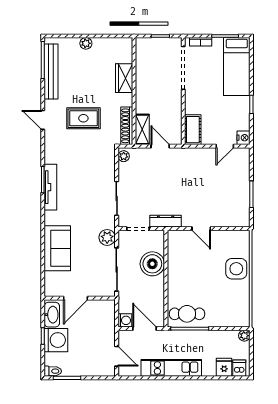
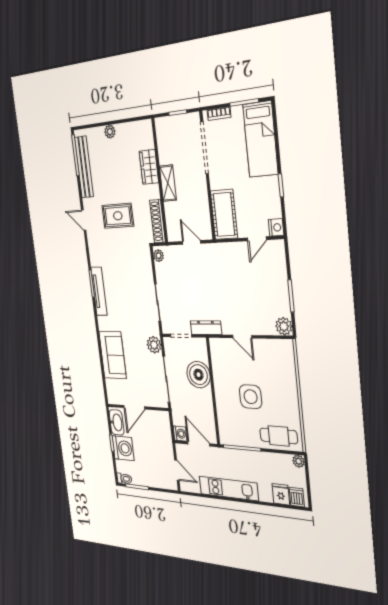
shelving: (142, 129) -> (168, 183), moved
cot: (193, 130) -> (224, 214), width x1.37, depth x1.34
plant: (242, 219) -> (284, 326), added
side table: (236, 269) -> (251, 397), moved
cafe table: (187, 314) -> (279, 436), moved

